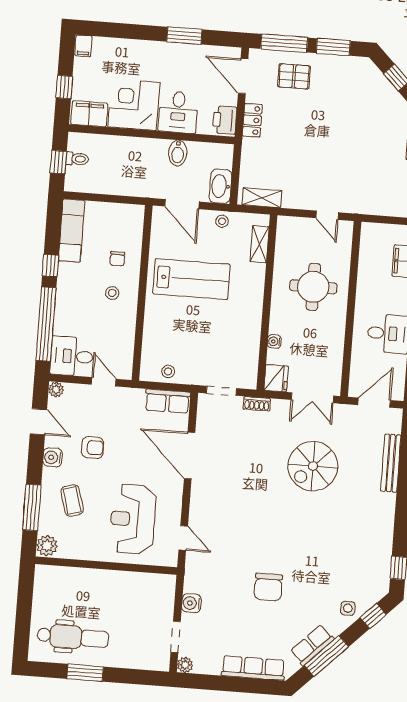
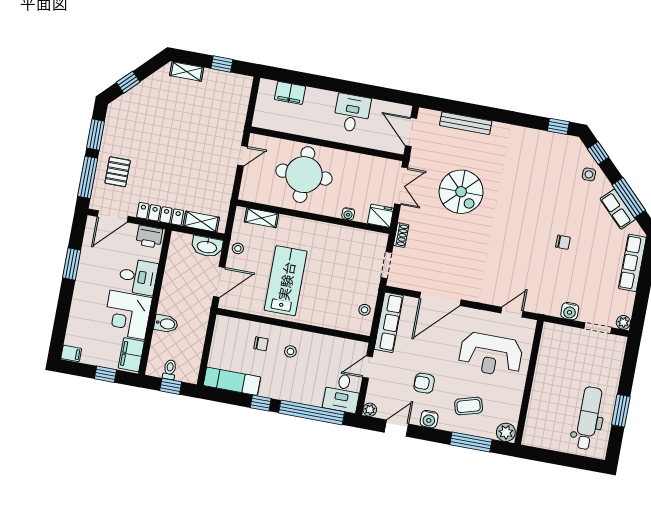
locker: (252, 120) -> (160, 214), width x1.53
bidet: (178, 153) -> (166, 324), moved
shelving: (262, 198) -> (201, 222), moved, turned 90
round table: (313, 287) -> (304, 175), width x1.36, depth x1.36
row of seats: (167, 401) -> (389, 322), width x1.48
armchair: (93, 448) -> (424, 383), turned -90
chair: (268, 587) -> (563, 242), width x0.54, depth x0.54

